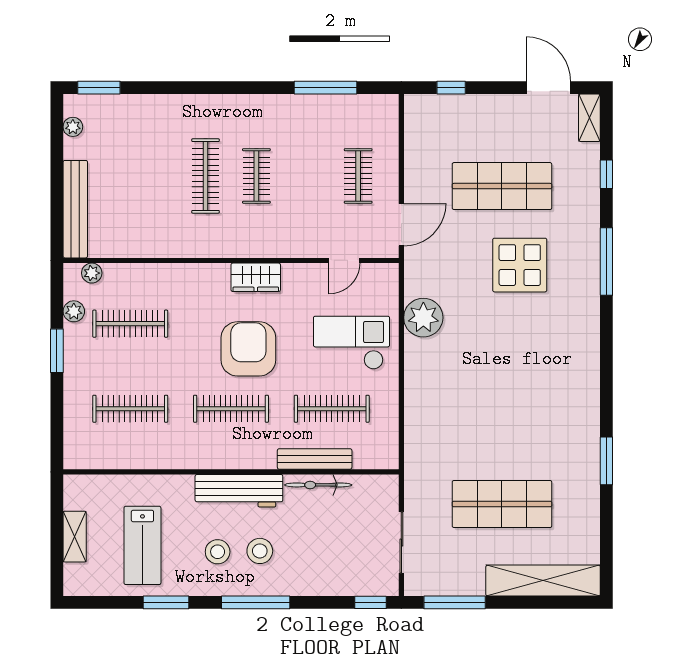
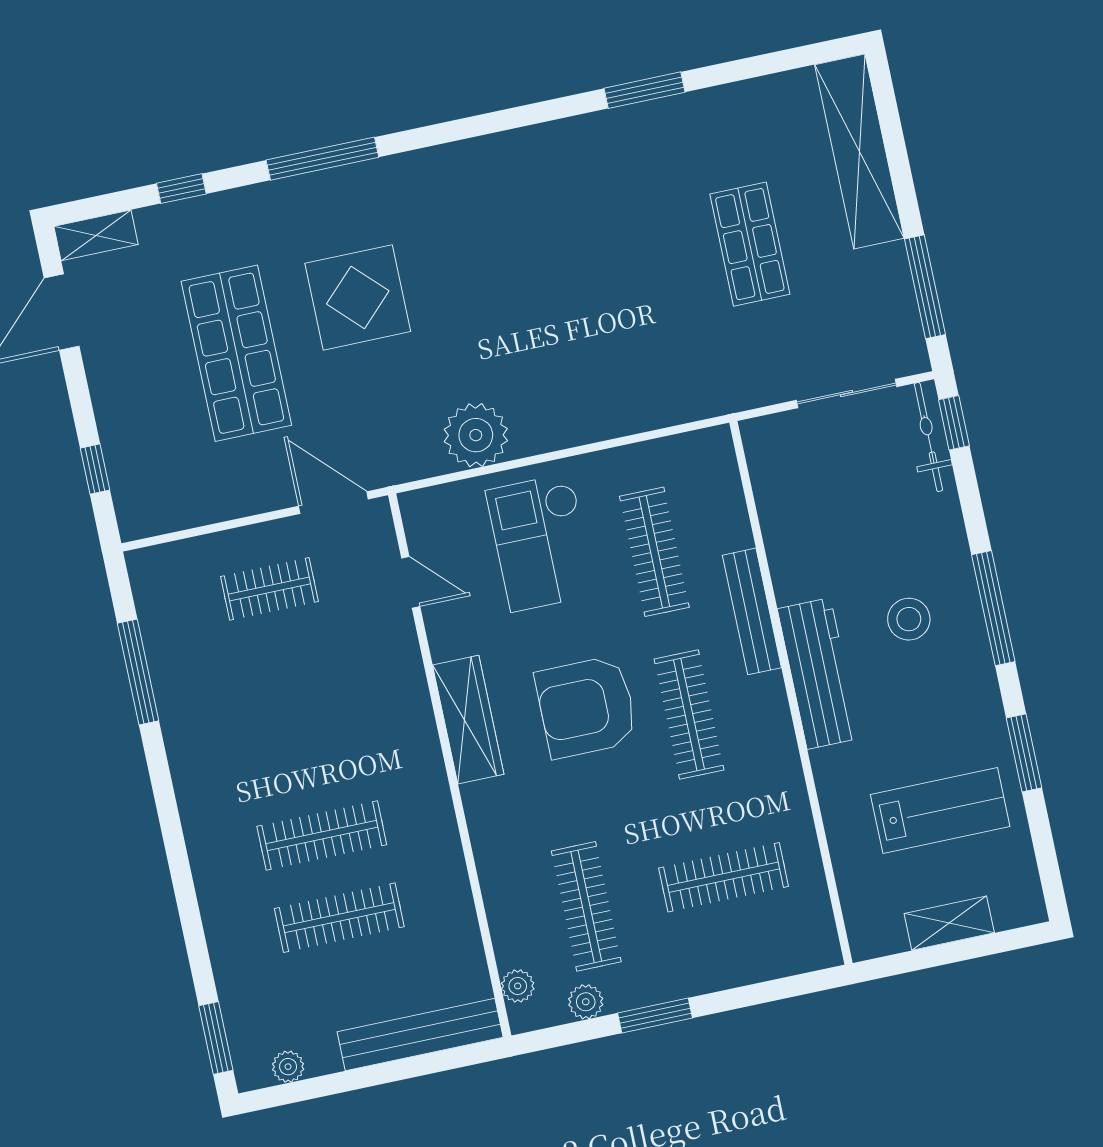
clothes rail: (256, 176) -> (339, 918), moved, width x1.36
wardrobe: (256, 277) -> (468, 720), width x1.50
clothes rail: (130, 409) -> (724, 877), turned 90
bench: (315, 459) -> (752, 611), moved
bicycle: (318, 485) -> (928, 437), moved, turned 180
shop shelf: (502, 504) -> (750, 244), width x0.70, depth x0.74
stool: (218, 552) -> (925, 687), removed

